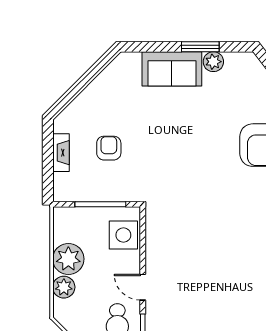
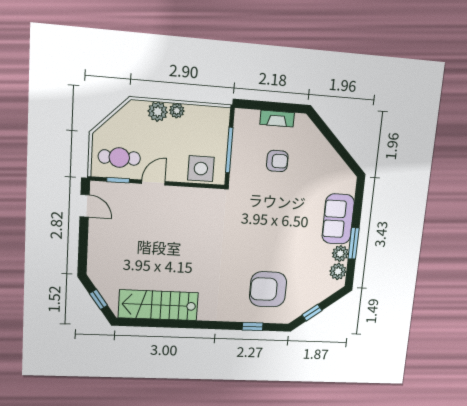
plant: (235, 62) -> (338, 271), added
plant: (68, 259) -> (177, 111), width x0.53, depth x0.53

